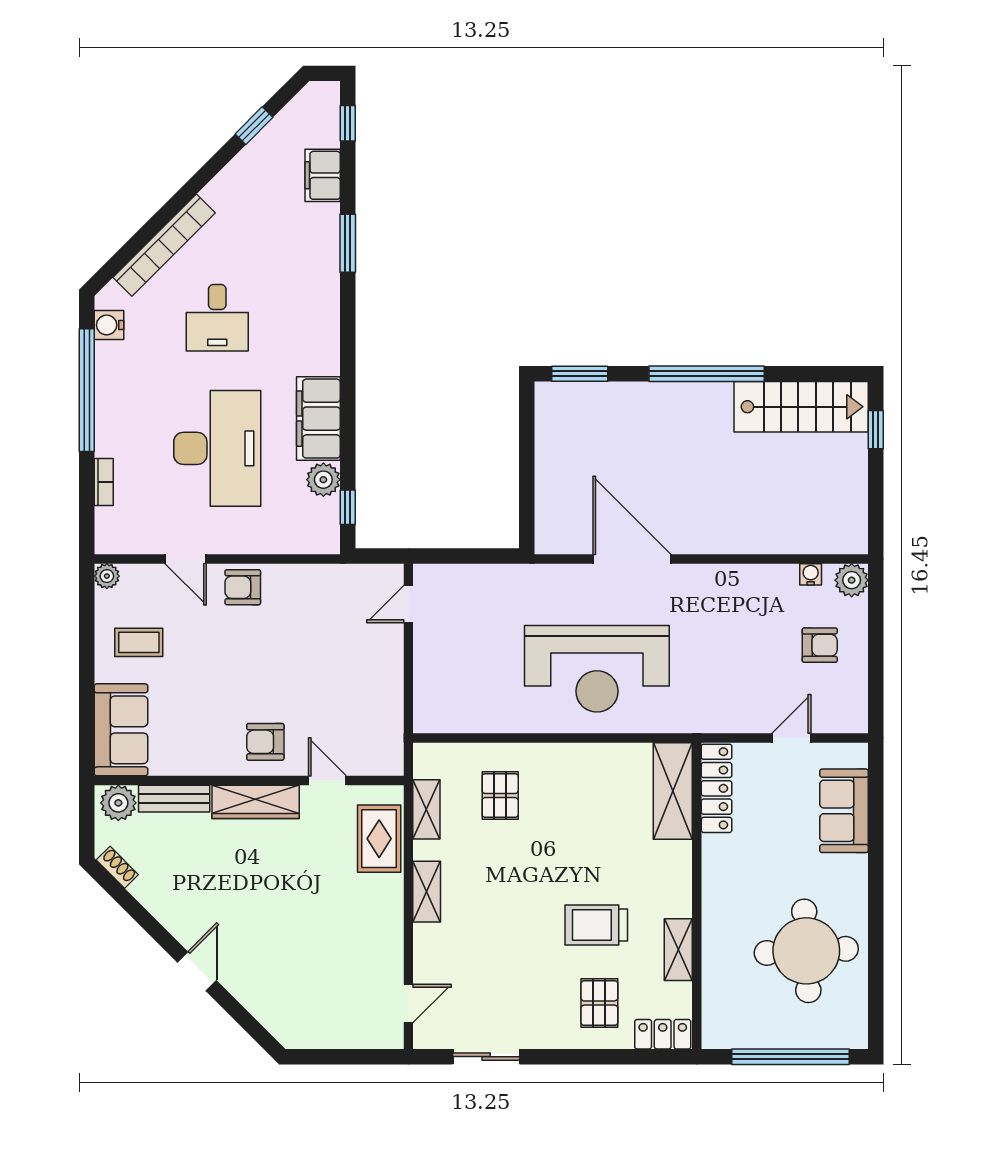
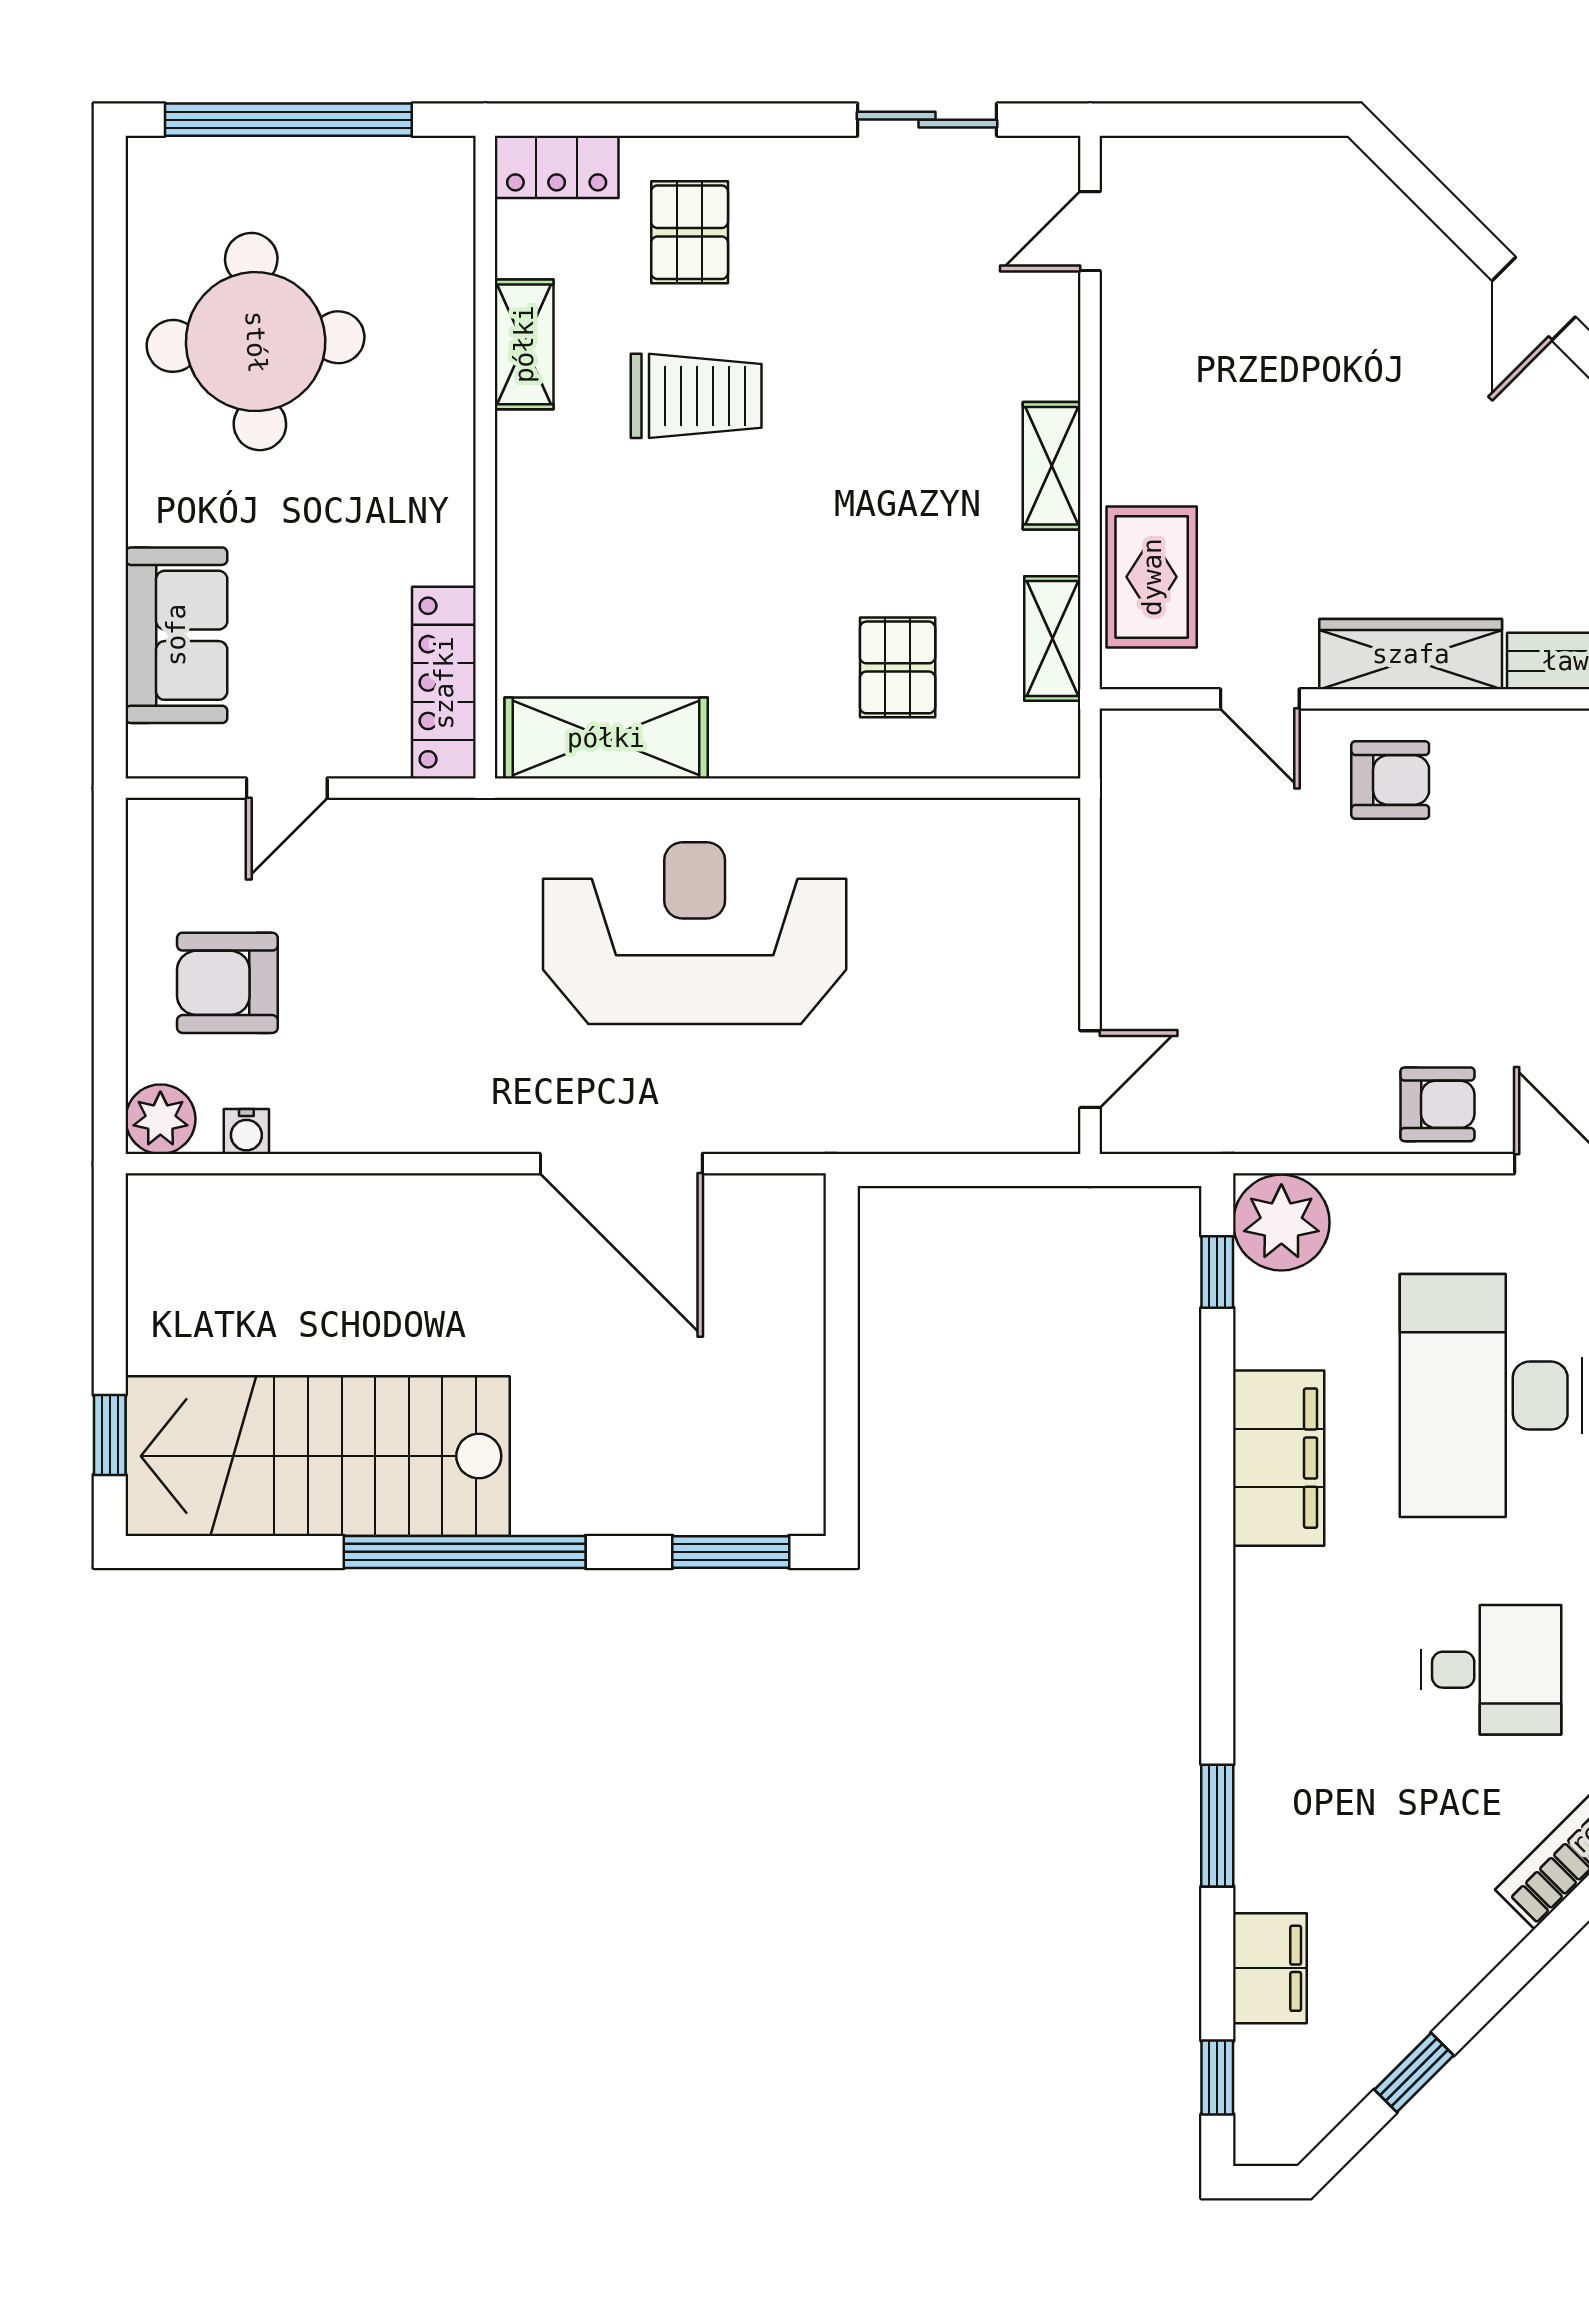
desk: (217, 318) -> (1491, 1670), turned 90
stairs: (801, 407) -> (318, 1456), width x1.36, depth x1.51
plant: (323, 480) -> (1281, 1223), moved, width x1.36, depth x1.36
armchair: (820, 645) -> (227, 983), width x1.38, depth x1.38
shelving: (673, 791) -> (606, 738), moved, turned 90

